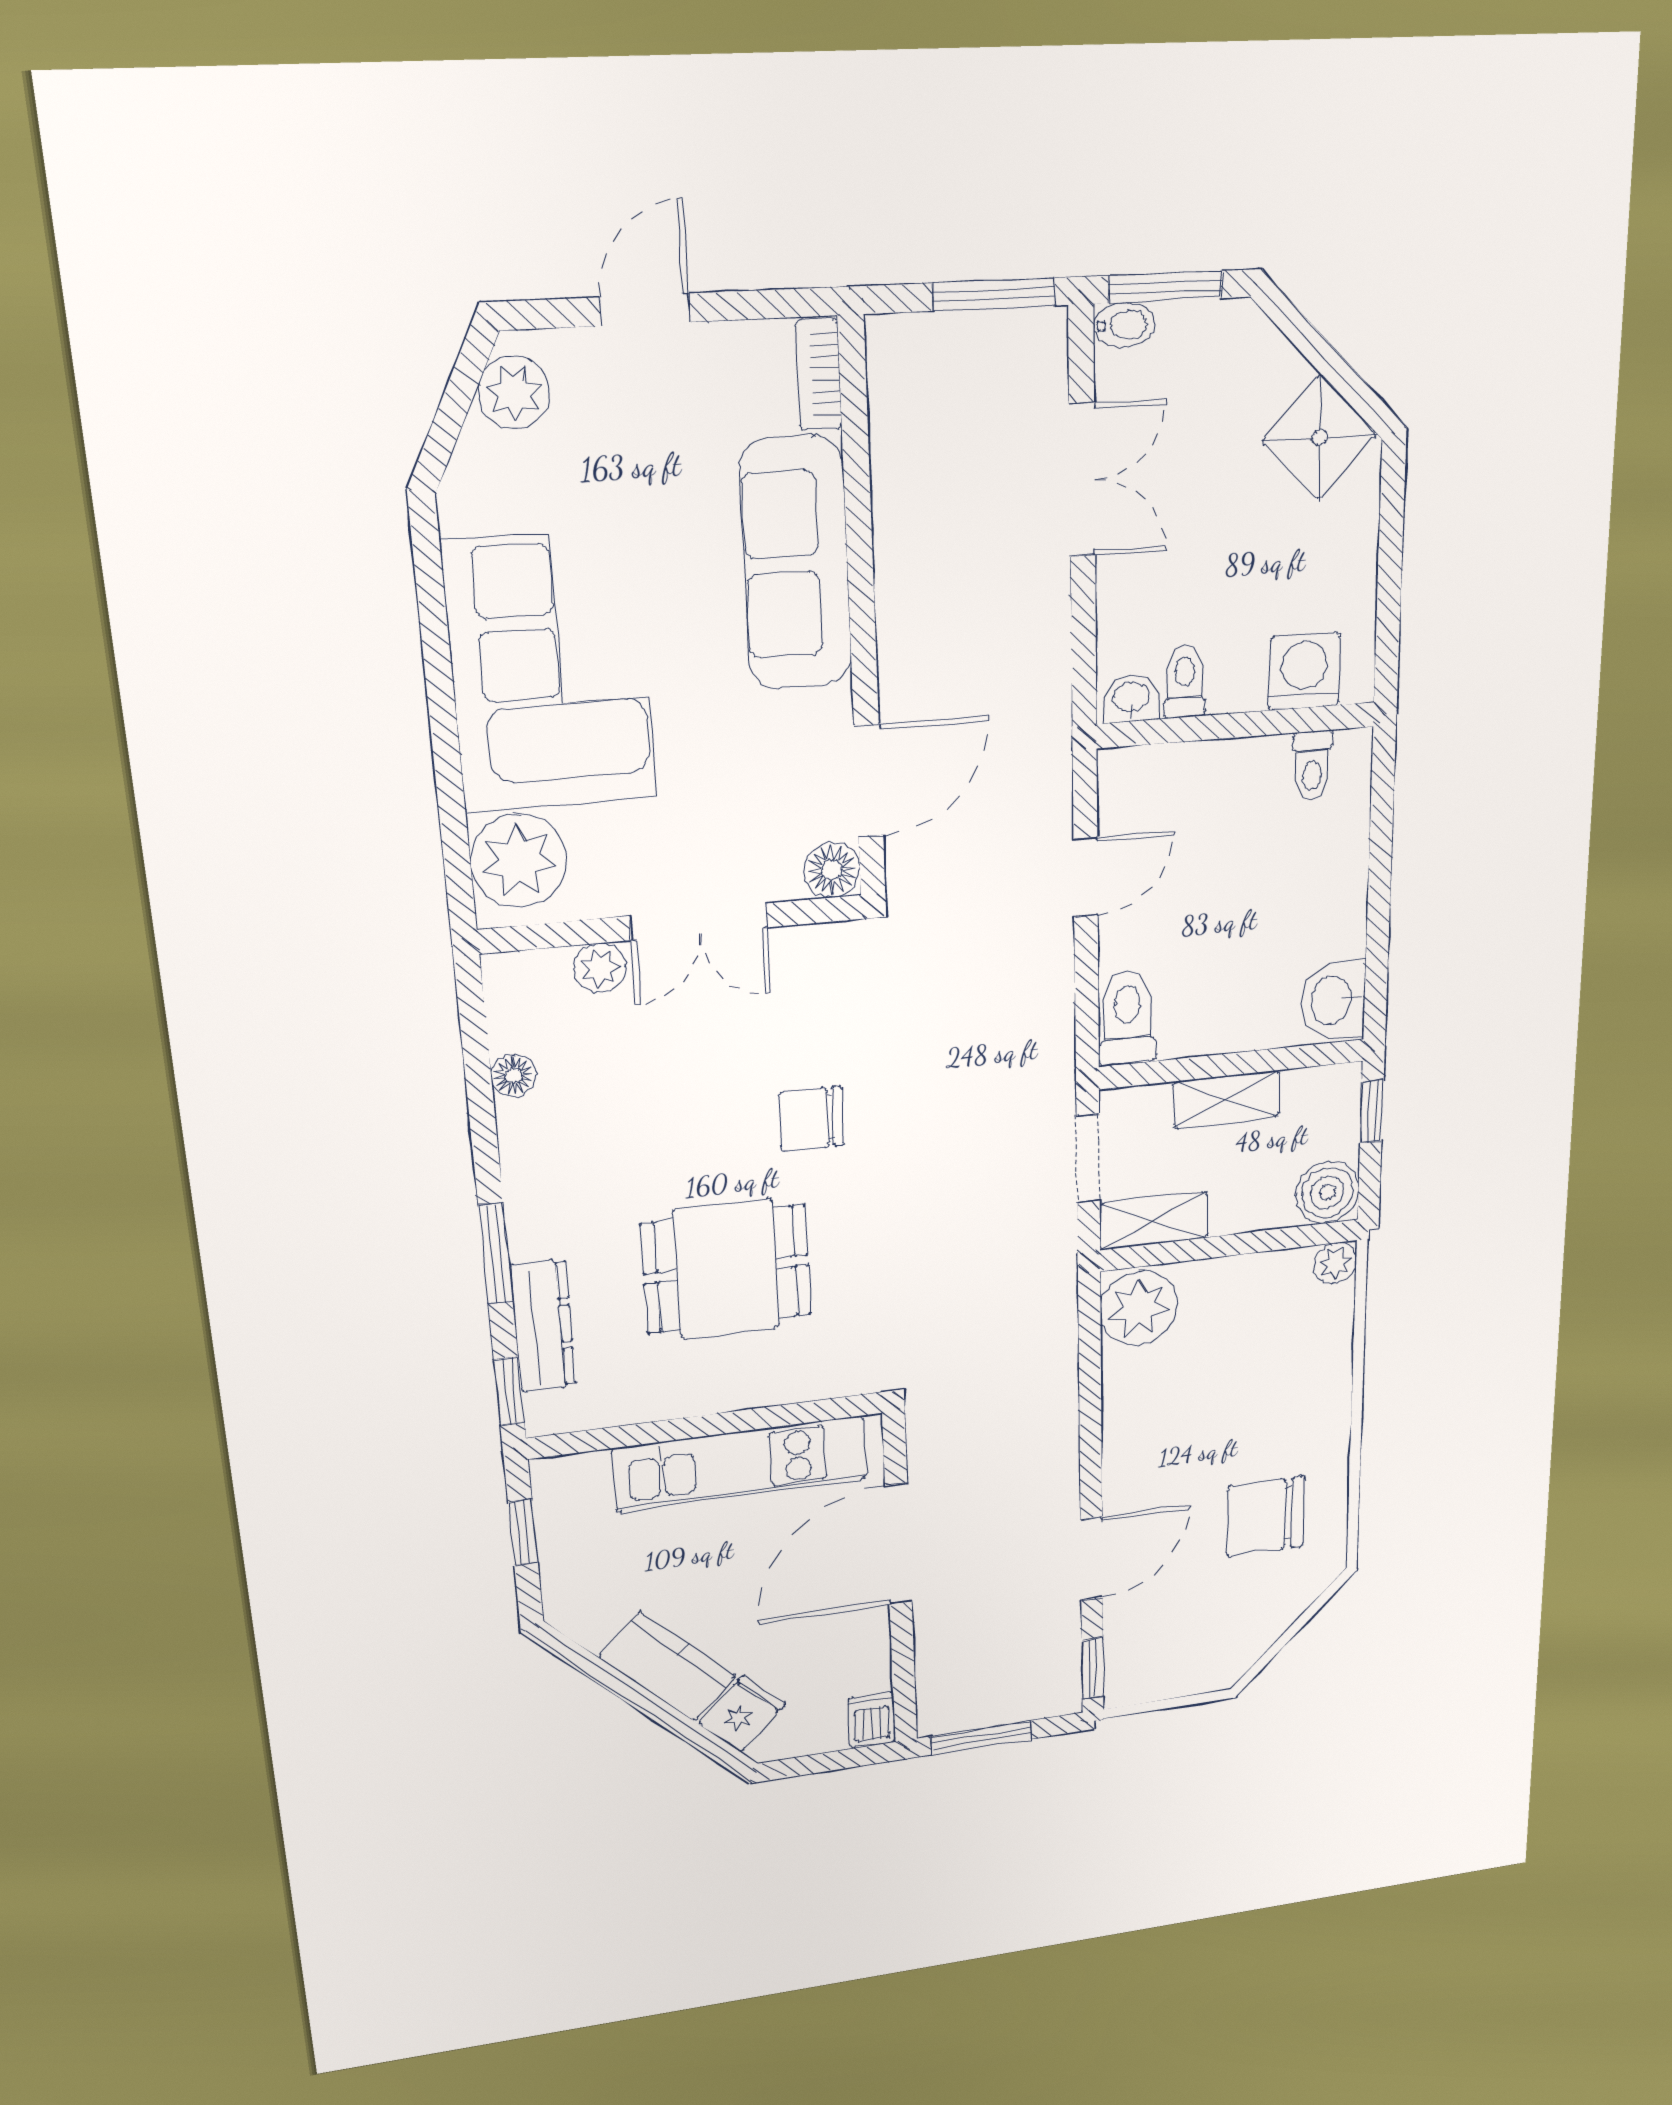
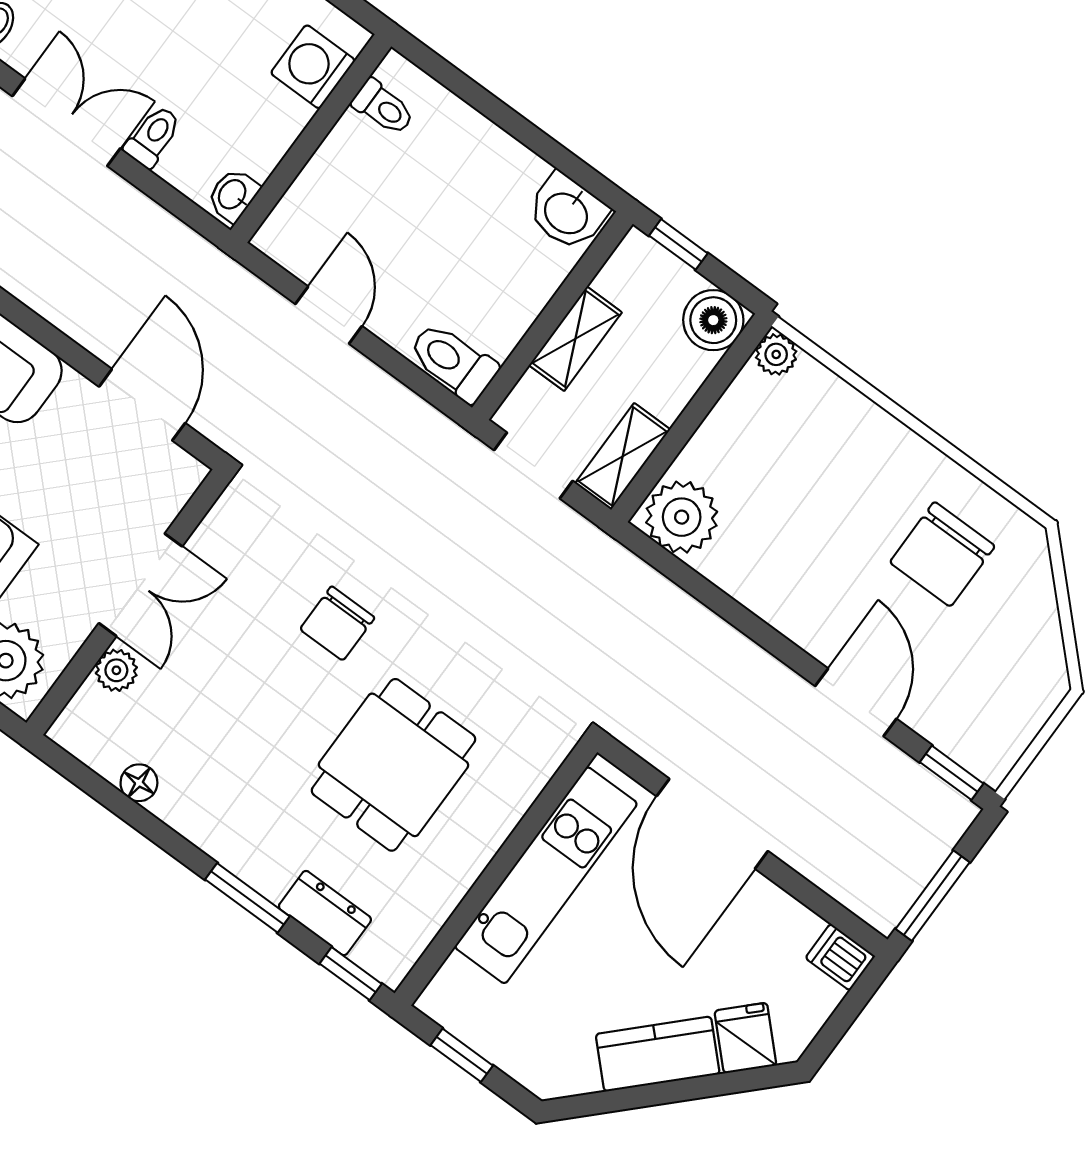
toilet: (1185, 681) -> (153, 137), moved, turned 90
floor lamp: (832, 870) -> (180, 474), removed
dresser: (543, 1326) -> (325, 913), width x0.70

